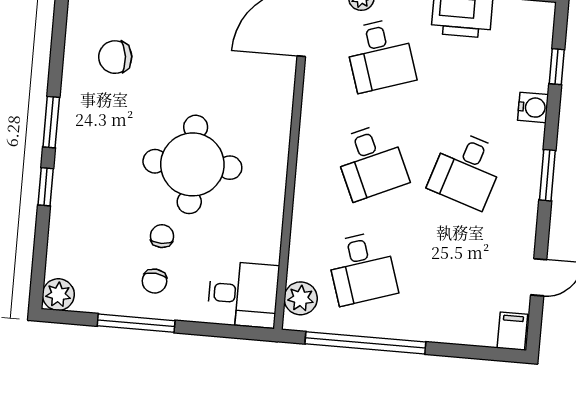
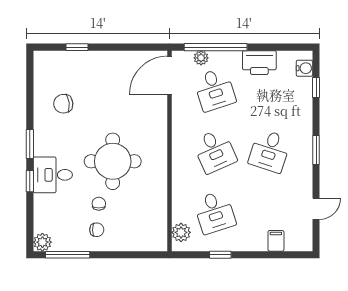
water cooler: (533, 107) -> (304, 68), moved
chair: (154, 281) -> (97, 230), turned -95
desk: (243, 294) -> (53, 175), moved, turned 180
window: (136, 323) -> (68, 255), moved
filing cabinet: (512, 331) -> (276, 241), moved
window: (365, 343) -> (220, 255), width x0.32

